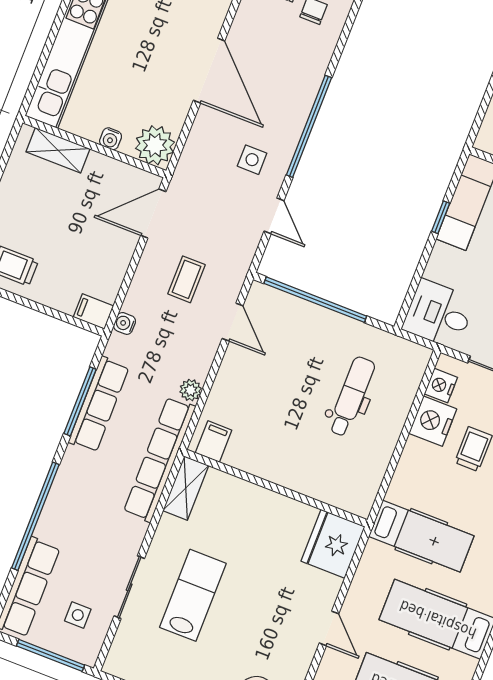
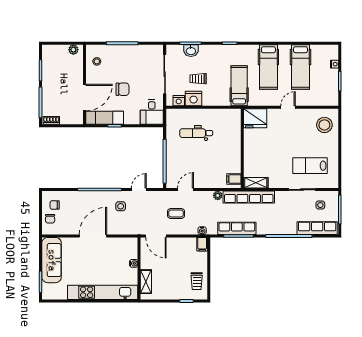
plant: (155, 145) -> (130, 245), removed
lab bench: (193, 595) -> (310, 166), moved

